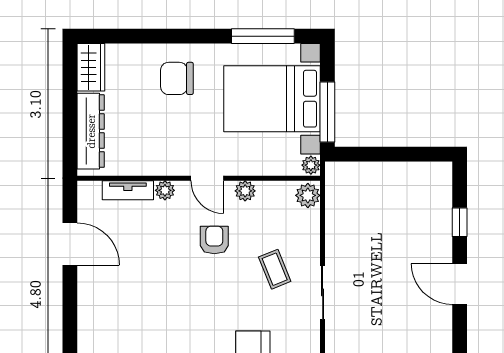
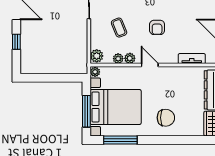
window: (327, 112) -> (86, 111), moved
plant: (165, 190) -> (118, 59), moved
armchair: (214, 240) -> (157, 27), moved
coffee table: (275, 269) -> (119, 28), moved

